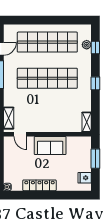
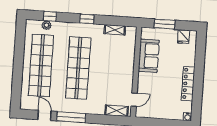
shelving: (87, 122) -> (115, 30), moved
sofa: (50, 145) -> (149, 56), moved

